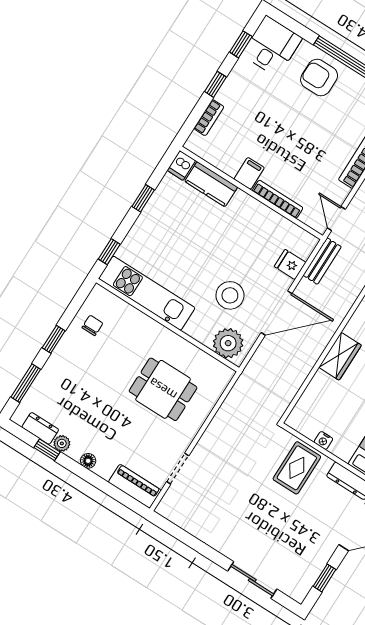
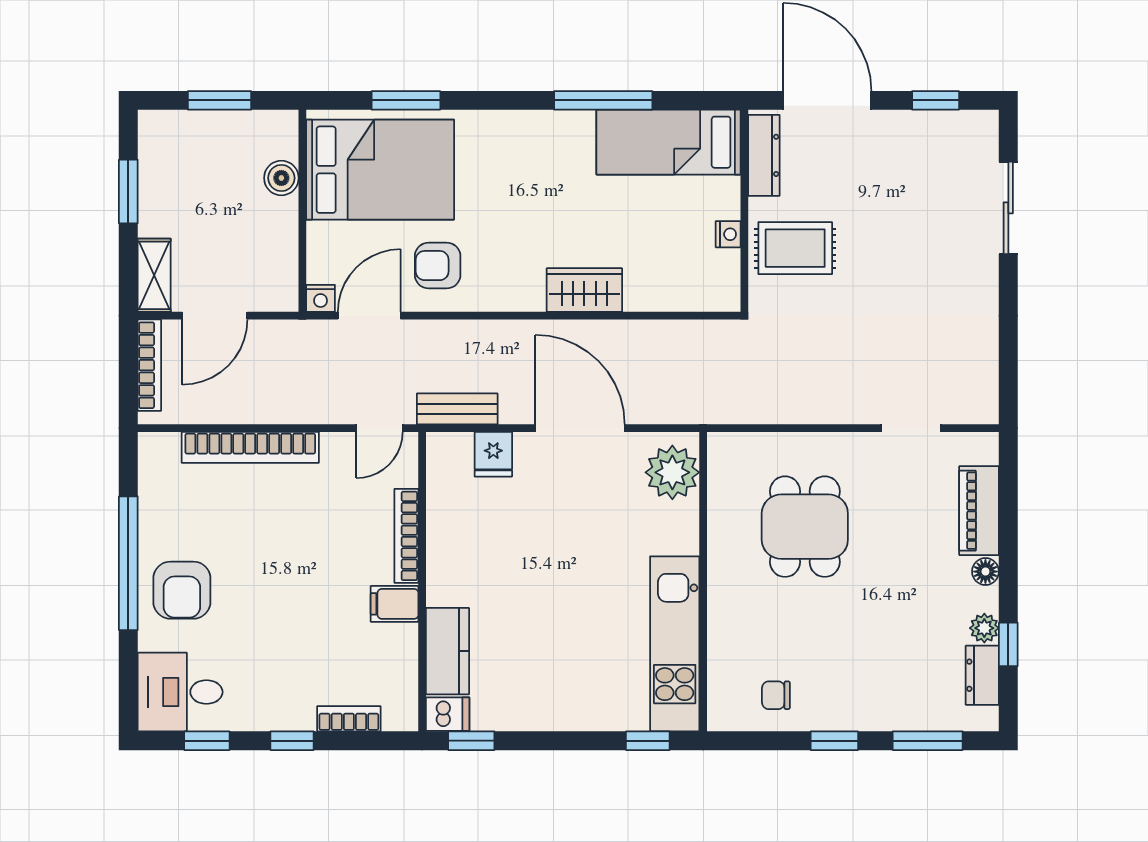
window: (143, 198) -> (471, 741), moved
stool: (230, 295) -> (598, 516), removed
piano: (135, 486) -> (979, 511), moved

